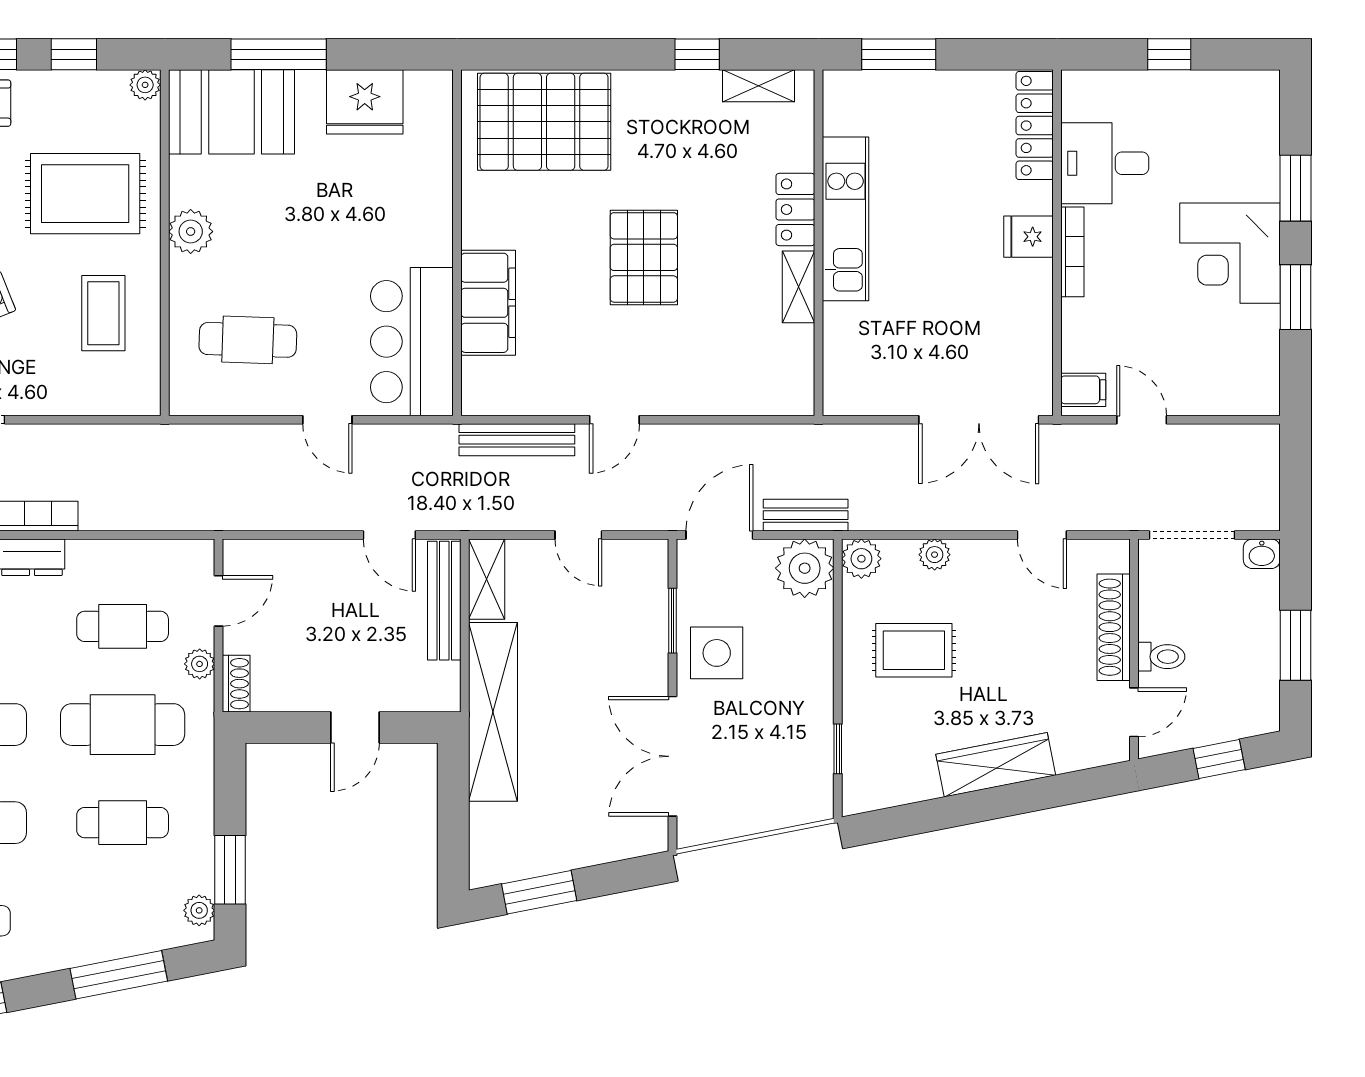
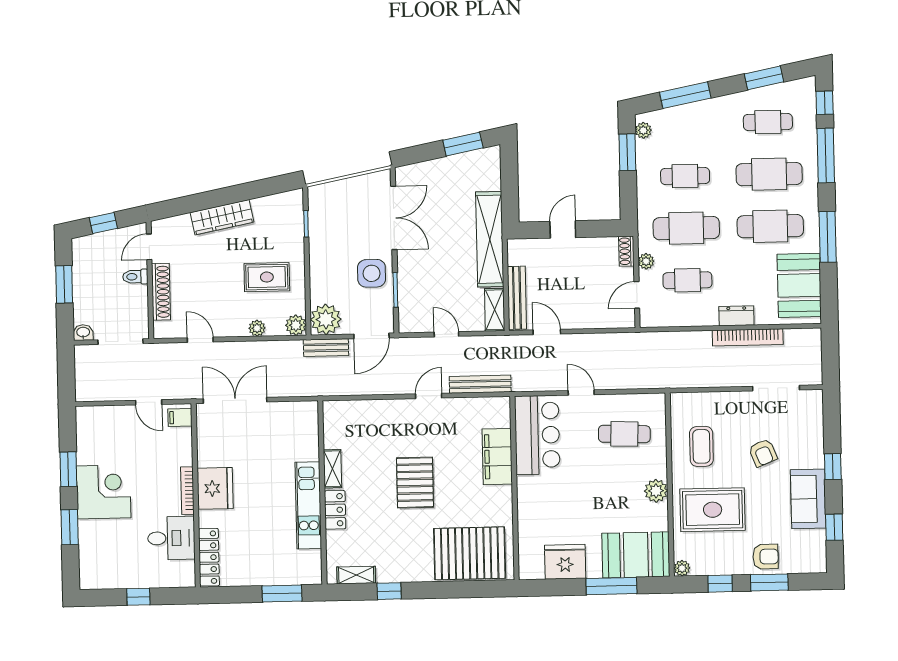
fridge: (1029, 237) -> (215, 488), width x1.88, depth x1.34

